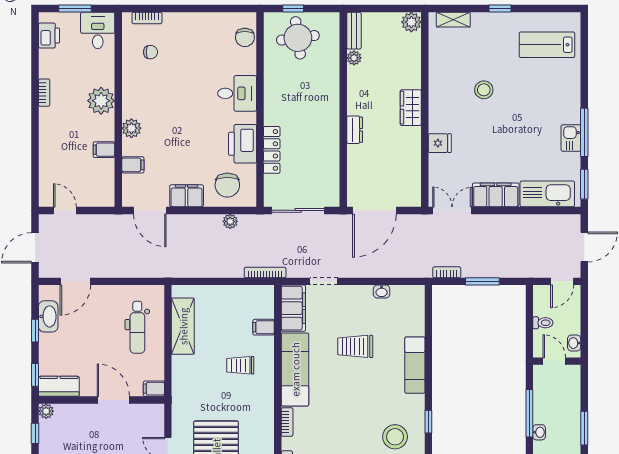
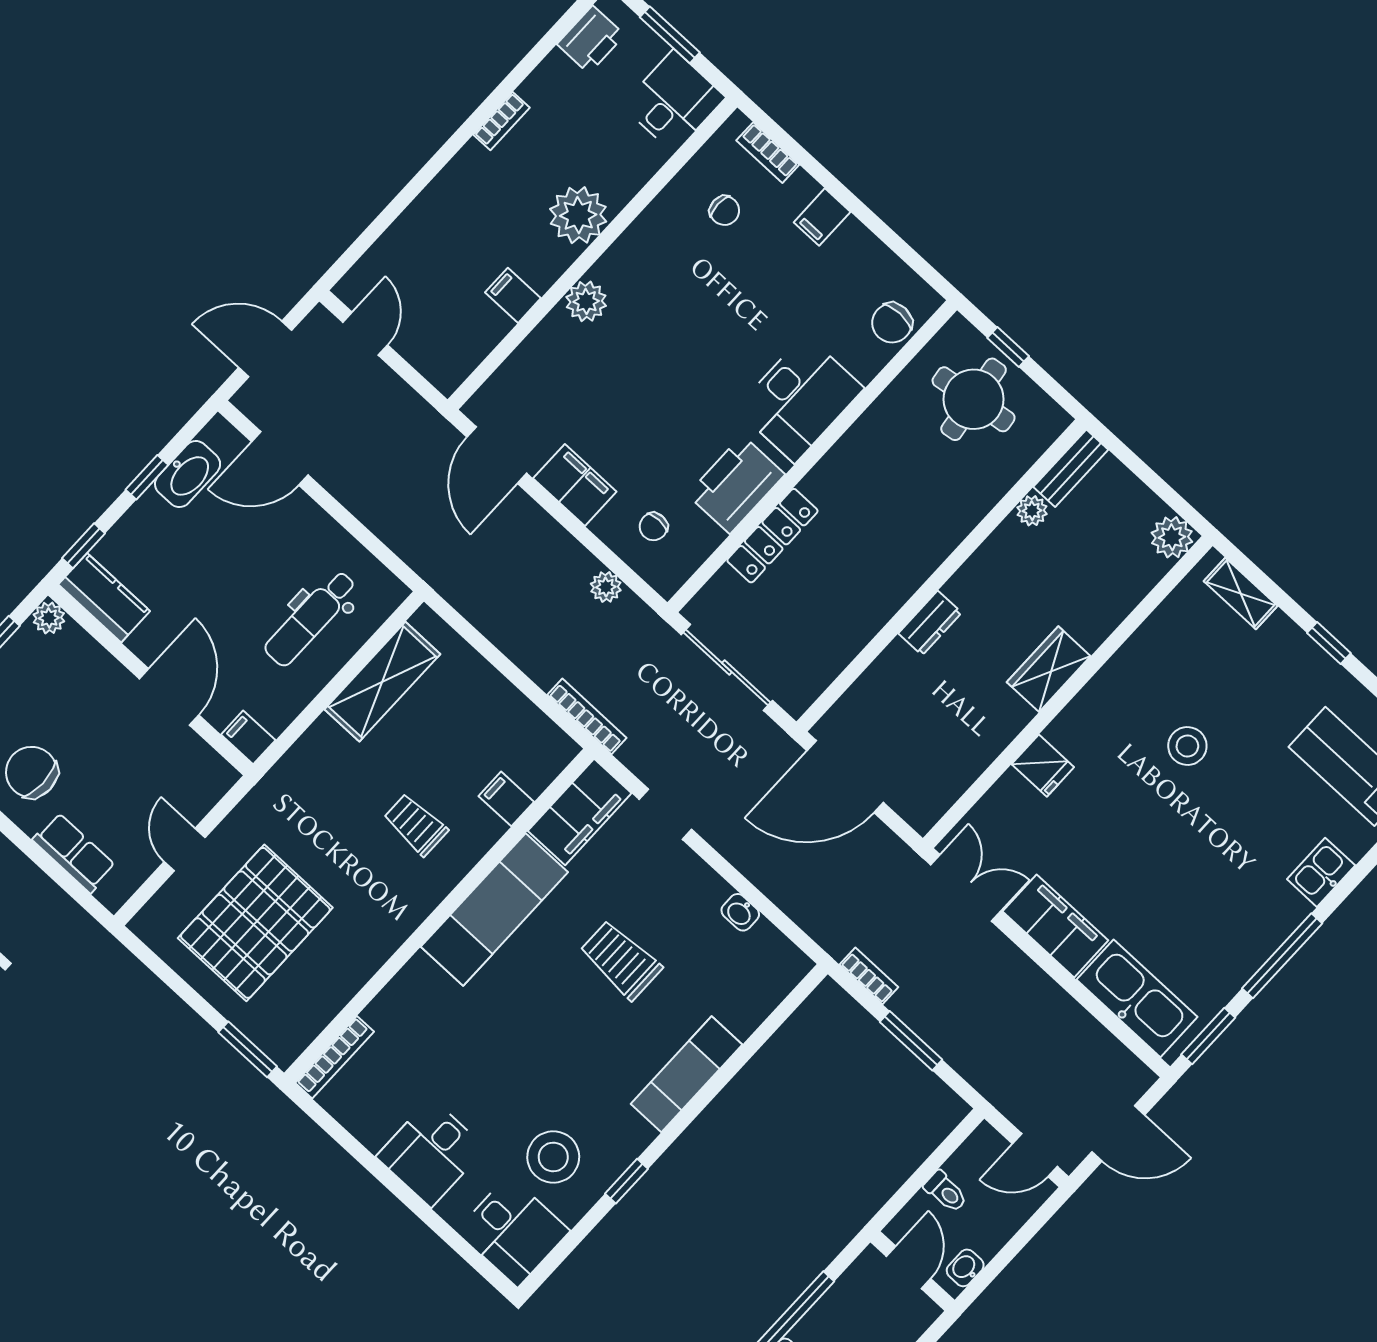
desk: (237, 93) -> (800, 399), width x1.37
kitchen sink: (571, 138) -> (1321, 872), moved
filing cabinet: (133, 165) -> (822, 217), moved, turned 90
chair: (227, 185) -> (653, 527), width x0.54, depth x0.54
bookcase: (287, 422) -> (407, 980), removed

